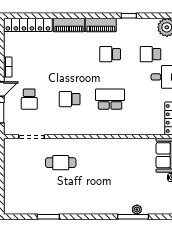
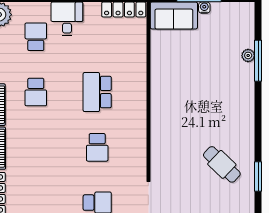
school desk: (150, 54) -> (36, 37), turned 180
cafe table: (61, 163) -> (222, 164), moved, turned -46

